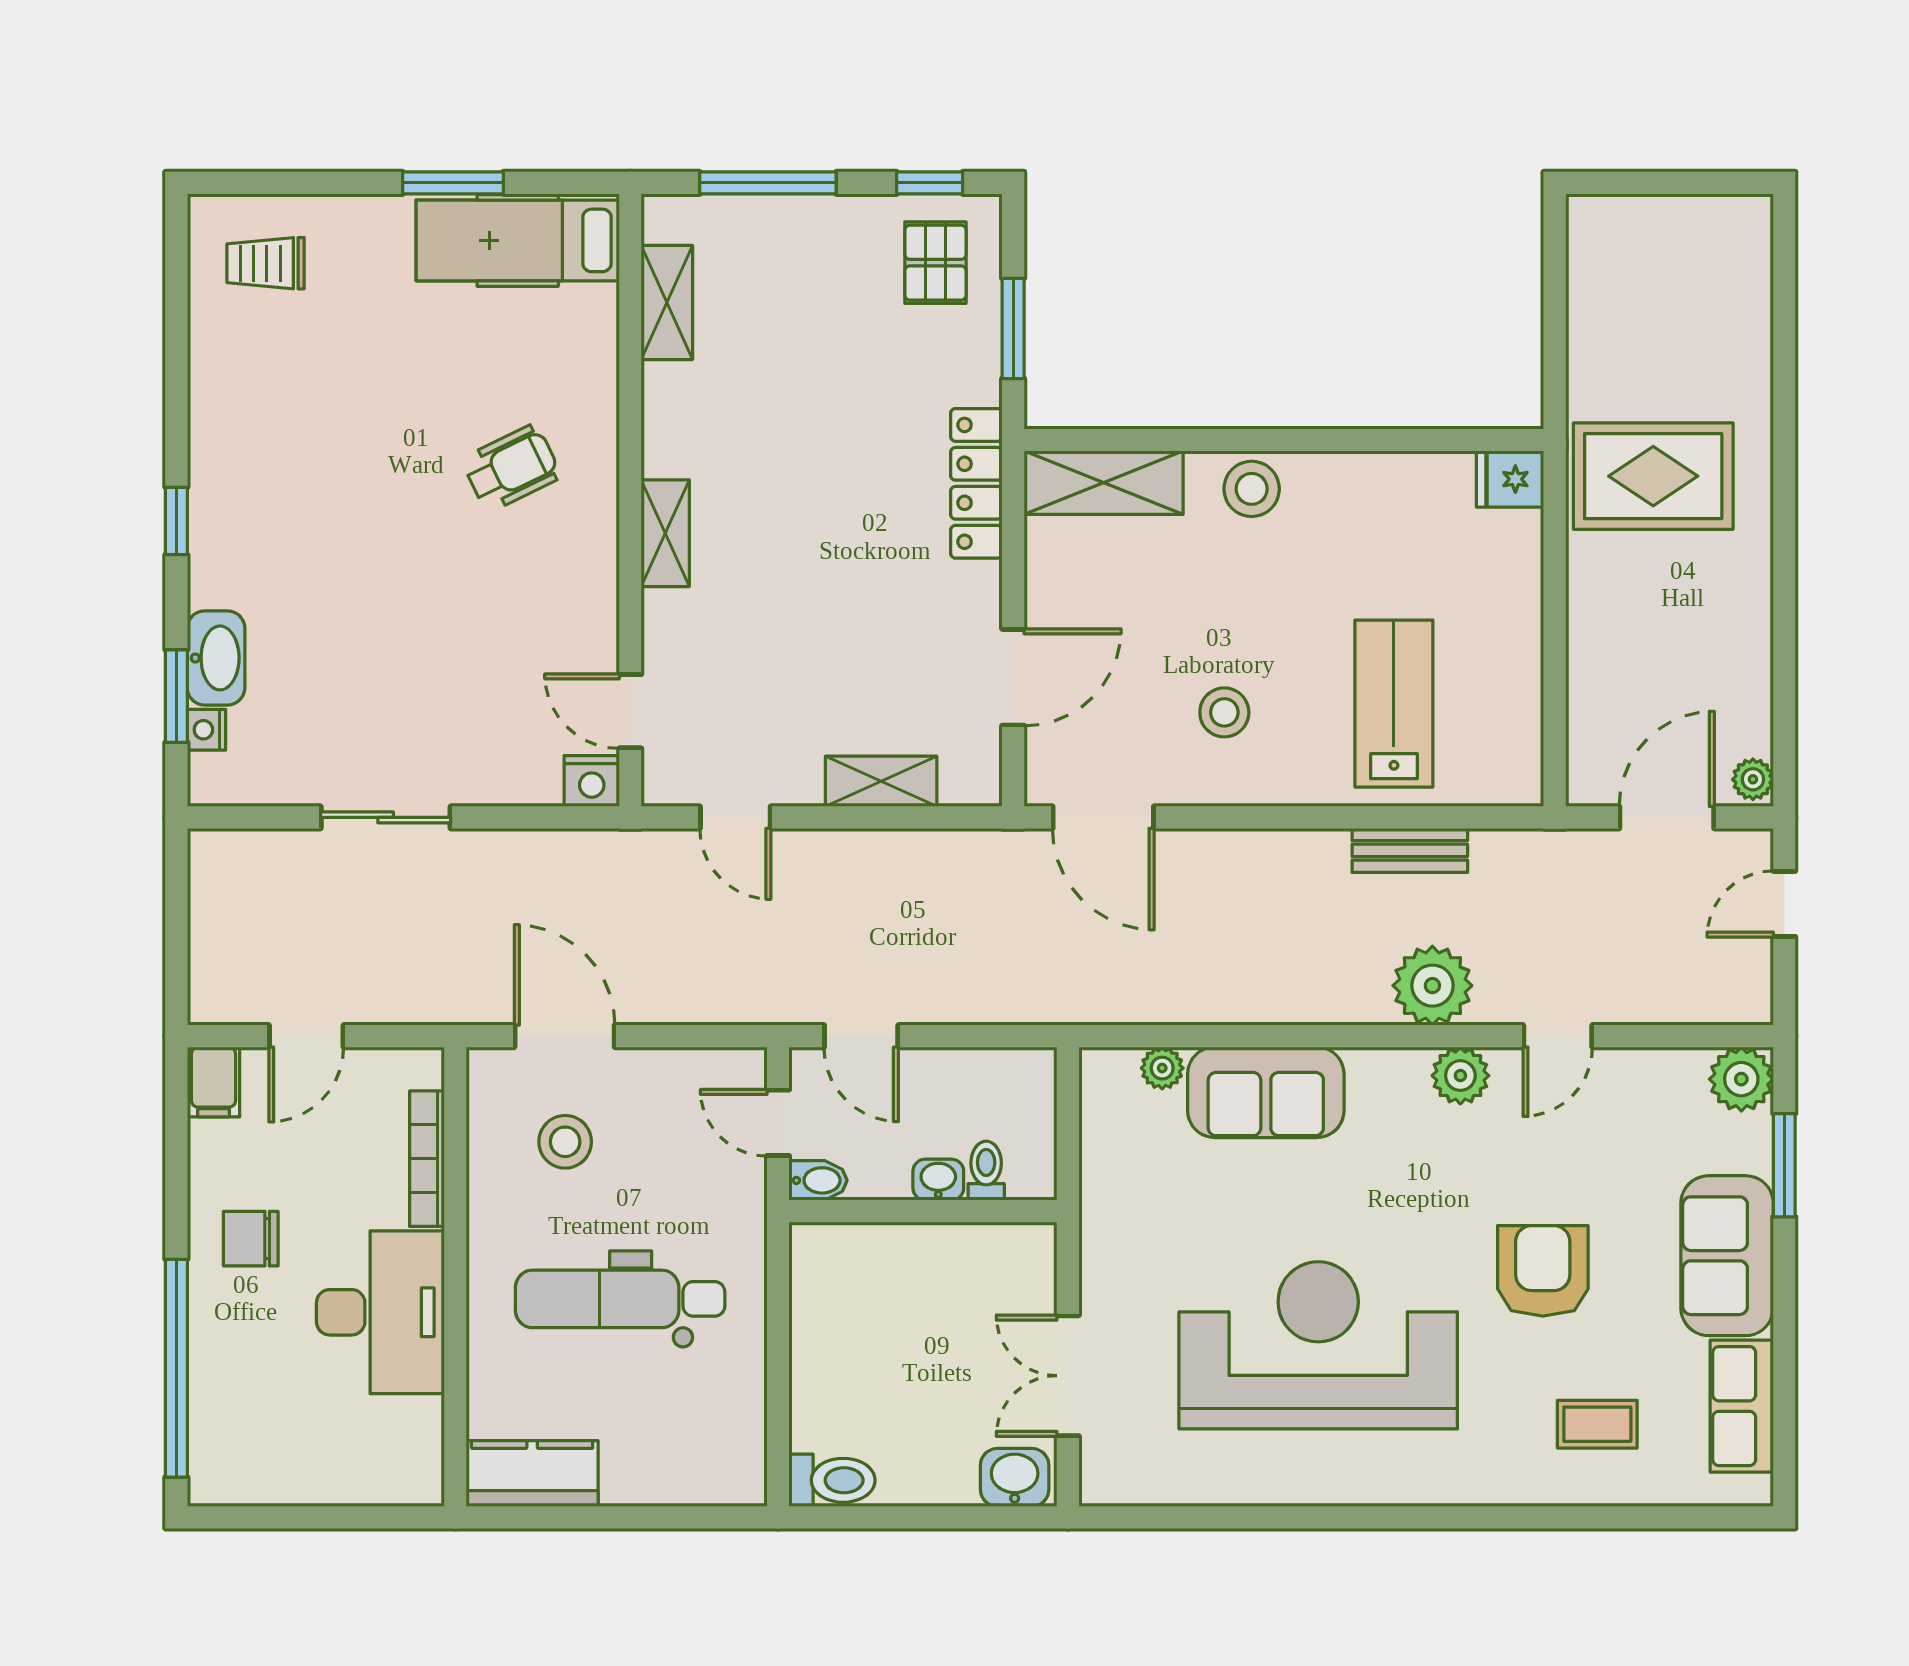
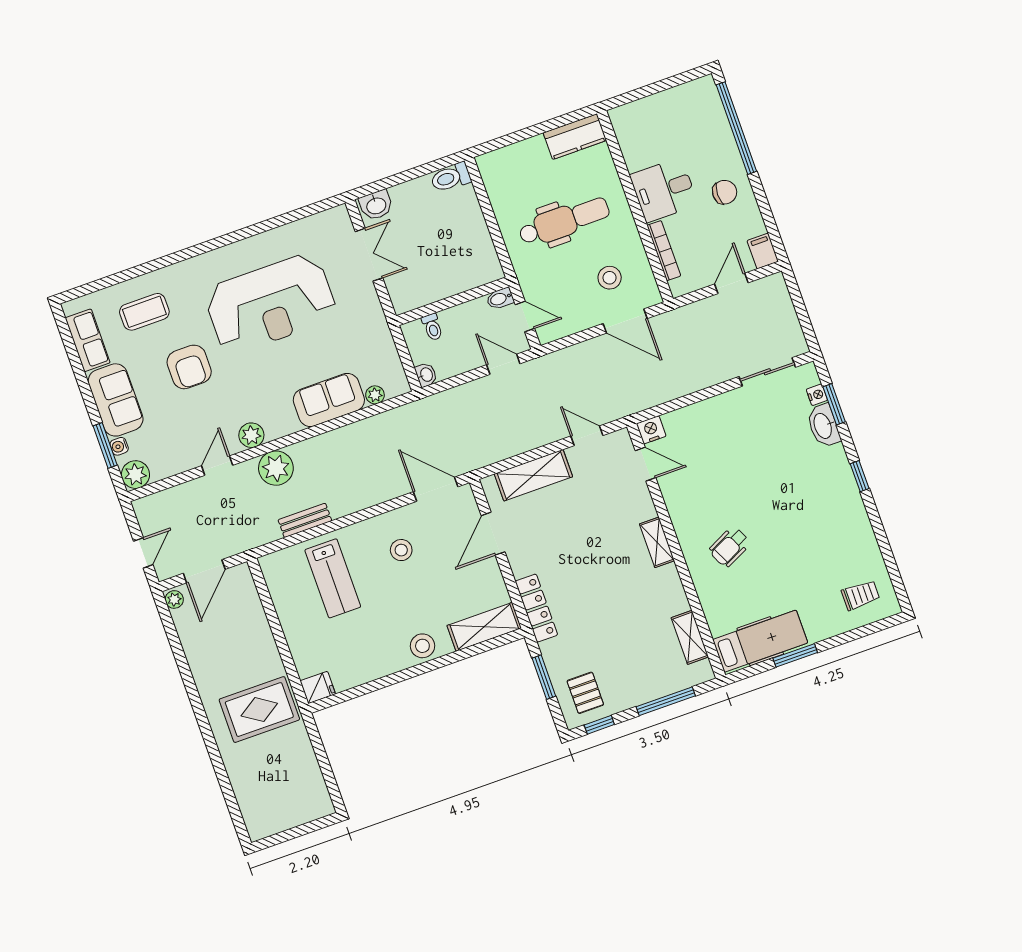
shelving: (881, 781) -> (533, 475), width x1.50, depth x1.33
sliding door: (386, 817) -> (767, 372), moved
water cooler: (1755, 1153) -> (119, 446), added
washbasin: (938, 1180) -> (426, 375), moved, turned -90
desk: (380, 1312) -> (664, 190), width x0.73
coffee table: (1597, 1424) -> (144, 312), width x1.36, depth x1.30

